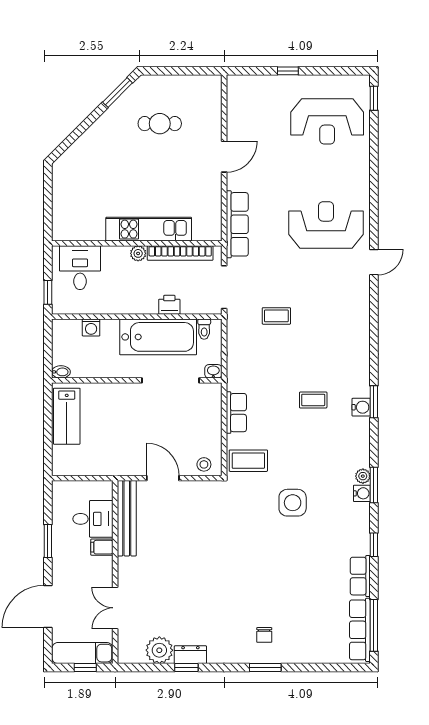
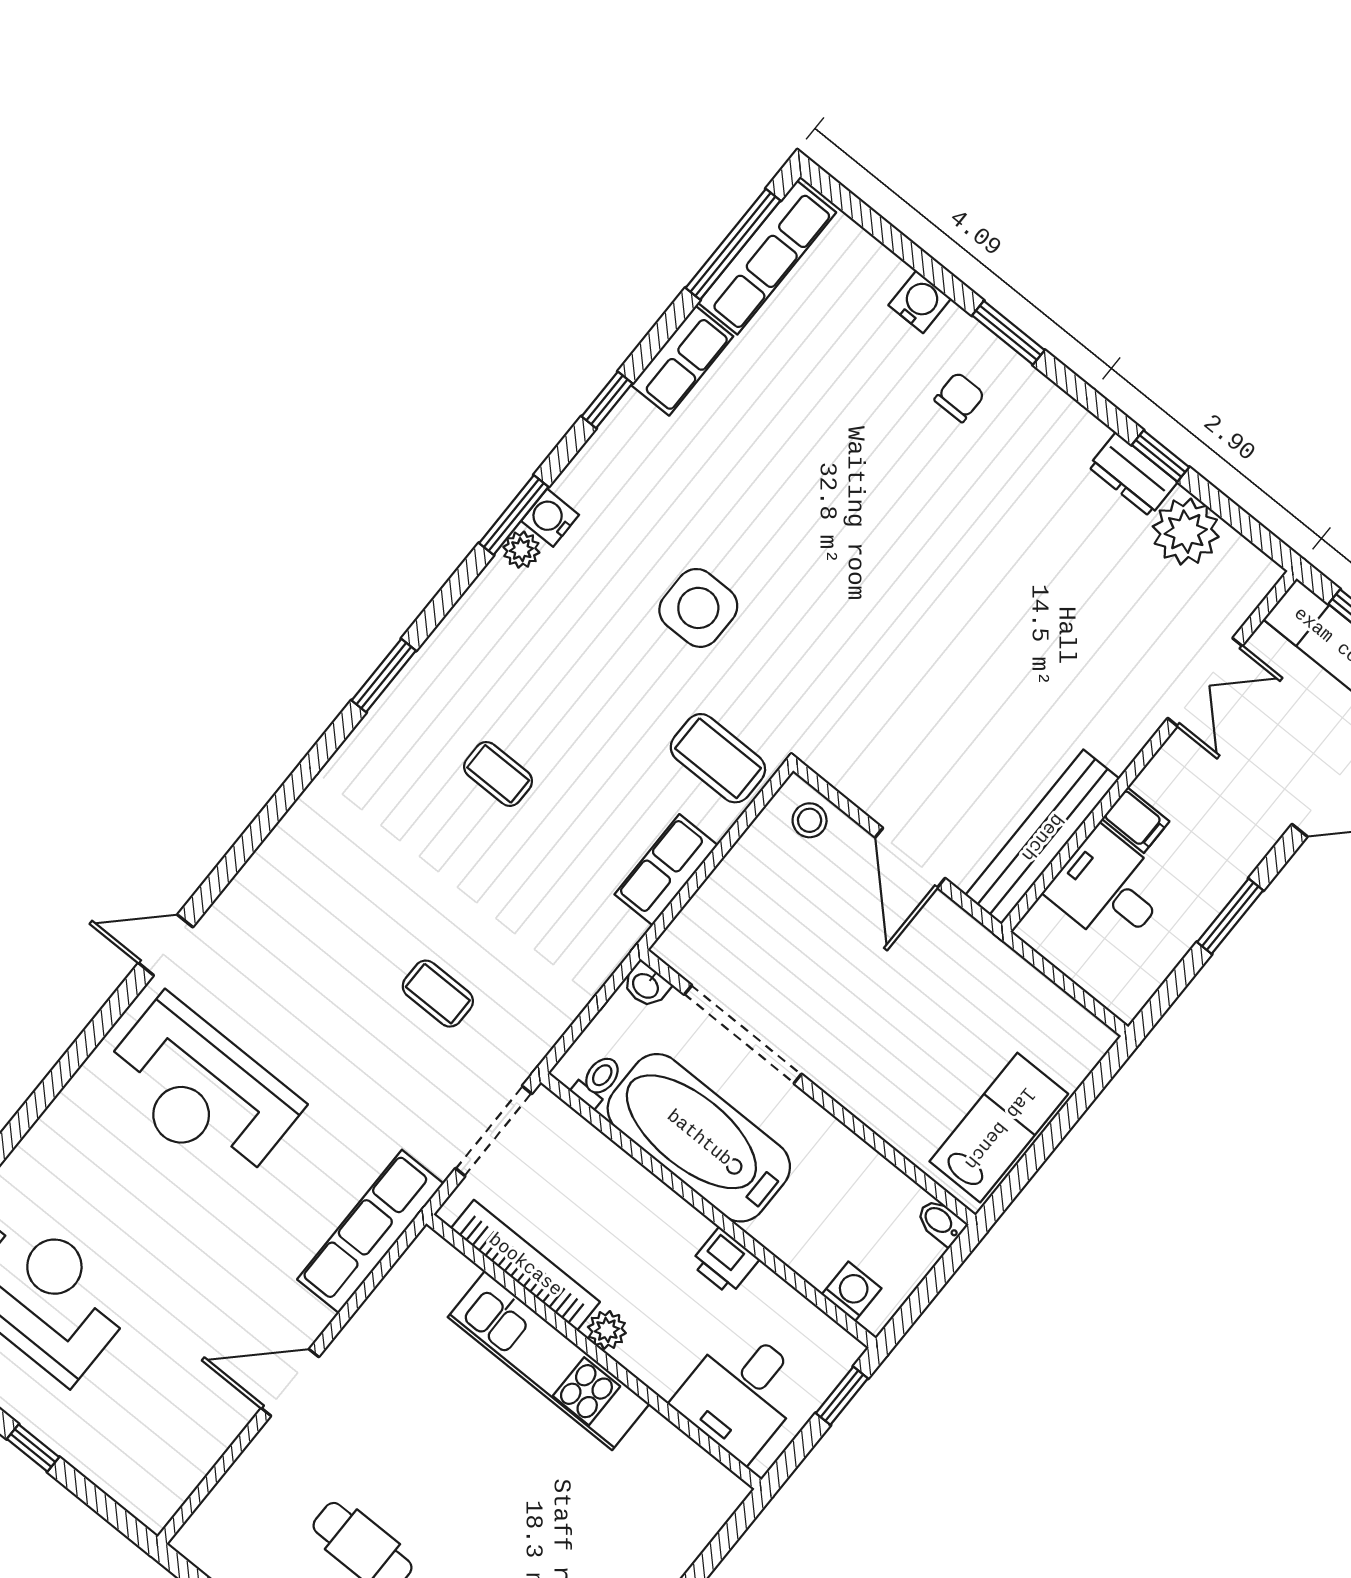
printer: (169, 305) -> (725, 1261), moved
washing machine: (91, 328) -> (852, 1291), moved
water cooler: (361, 407) -> (920, 302), moved, turned 90

